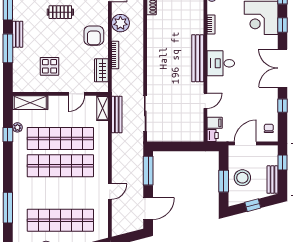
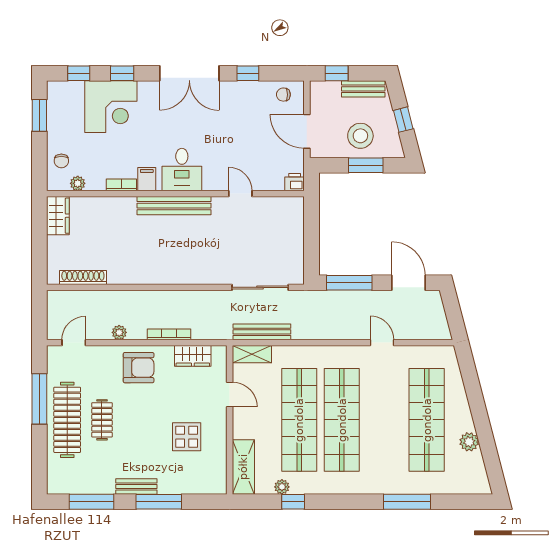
plant: (120, 23) -> (119, 332), width x0.53, depth x0.53
filing cabinet: (215, 123) -> (147, 179), moved

